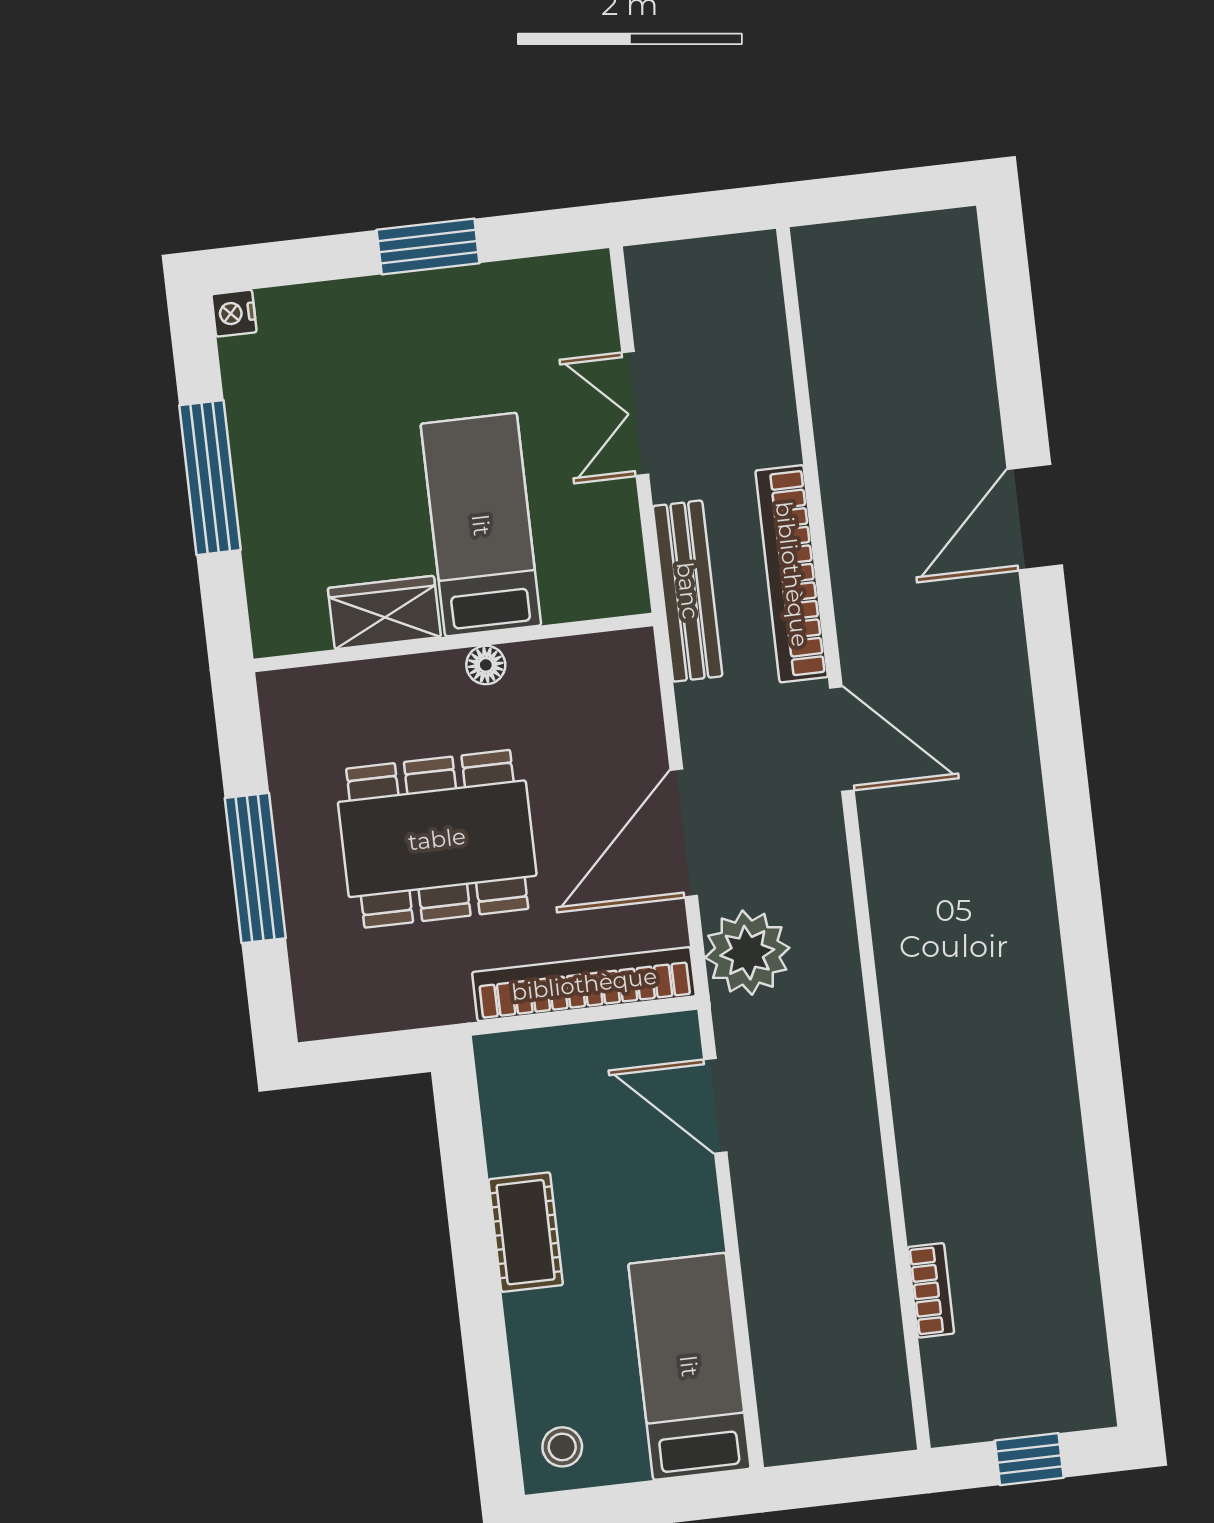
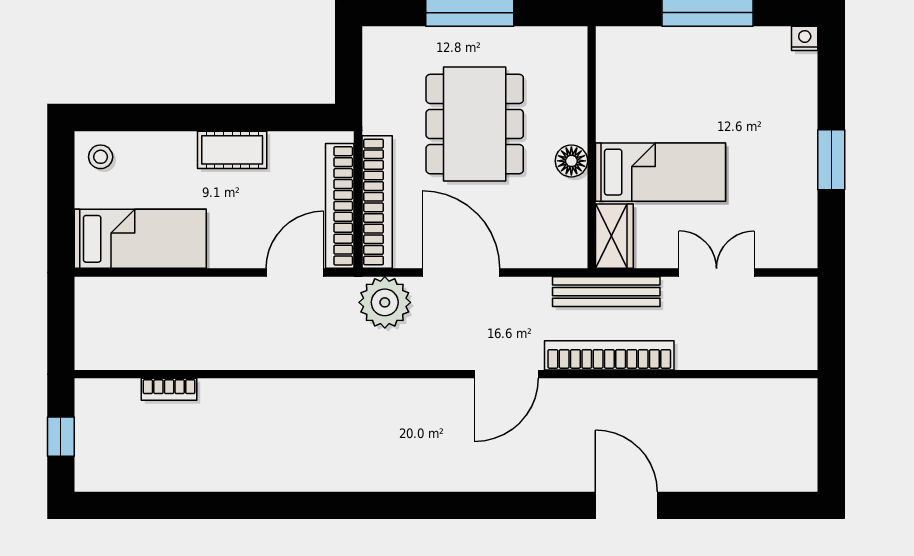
wardrobe: (384, 612) -> (614, 236), moved
floor lamp: (486, 665) -> (571, 161), width x1.37, depth x1.37
bookcase: (597, 1045) -> (340, 206), added

